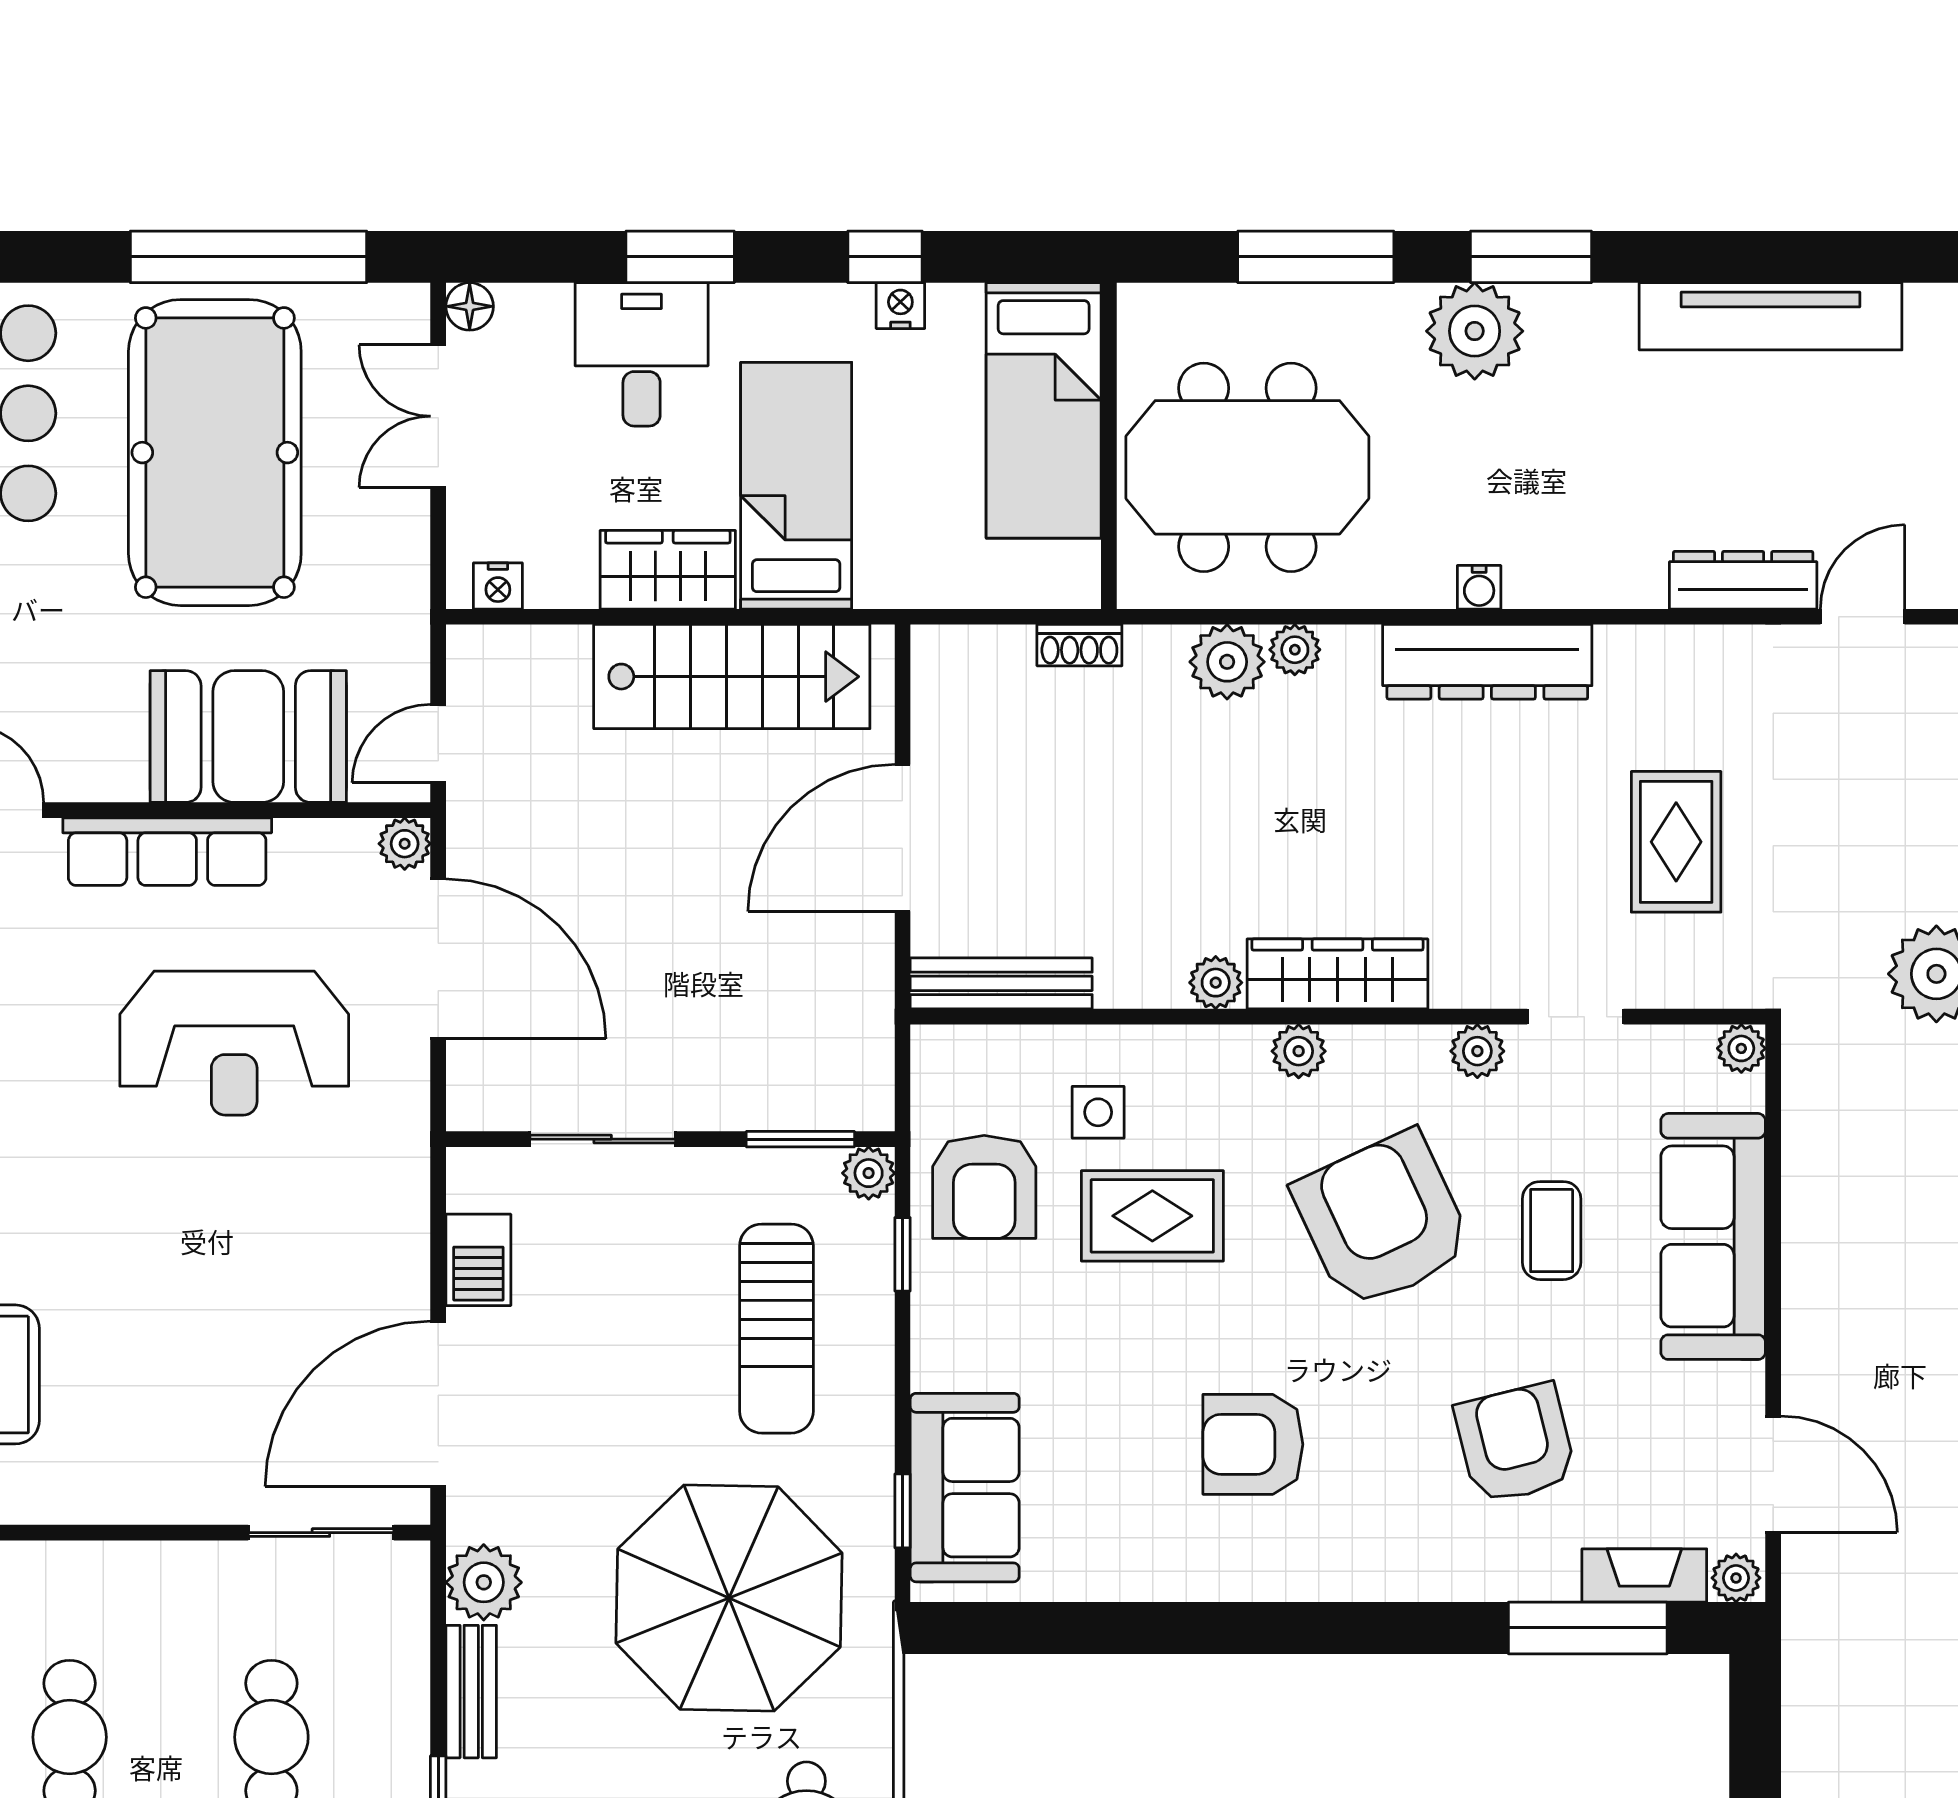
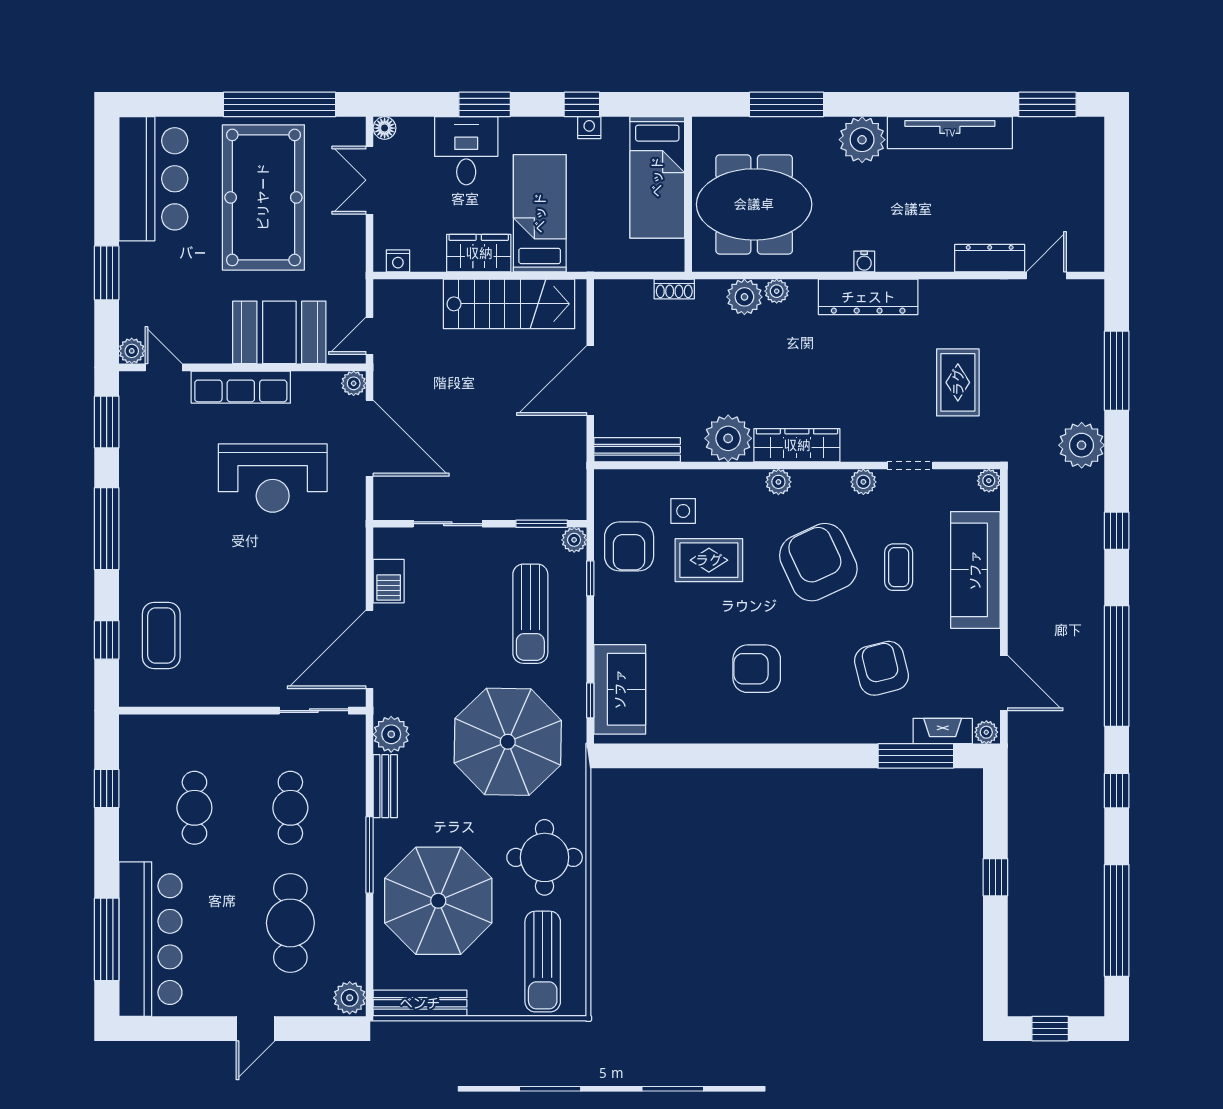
window: (1531, 257) -> (1047, 104), moved
tv unit: (1771, 316) -> (950, 133), moved
plant: (1216, 983) -> (728, 438), width x1.87, depth x1.87

